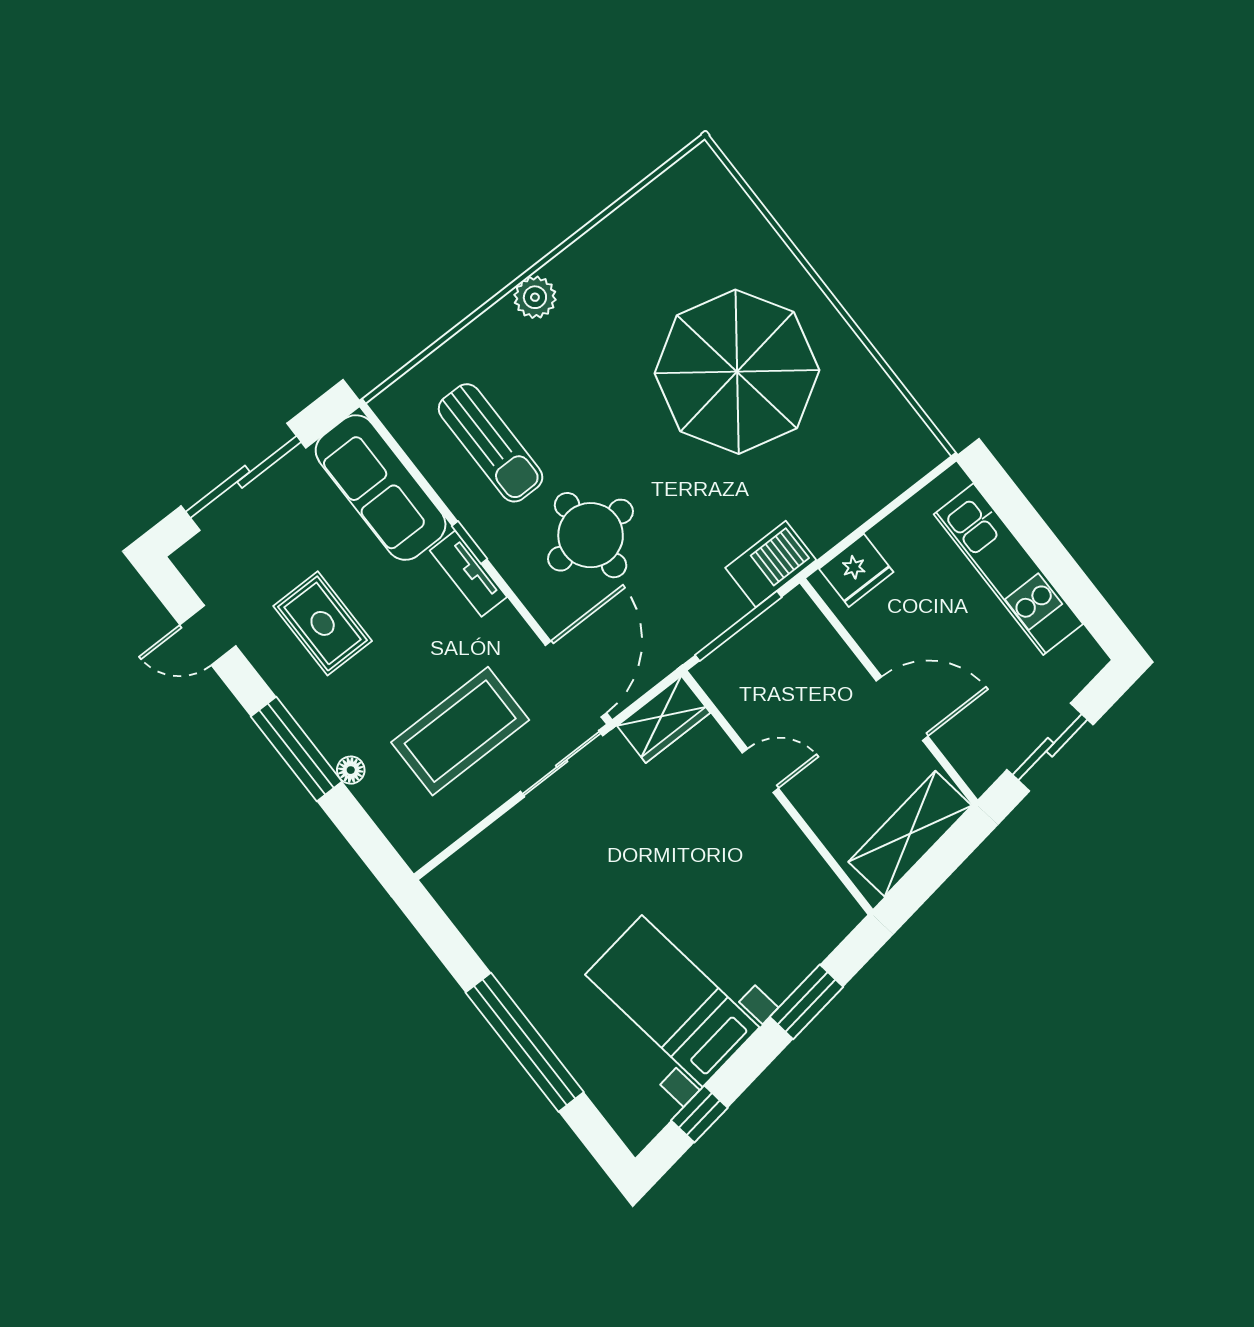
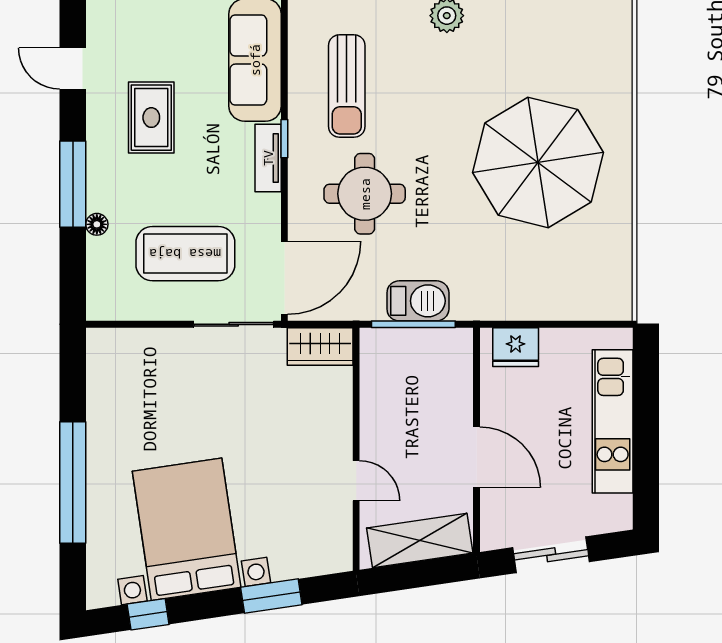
barbecue: (771, 564) -> (418, 301), moved
door: (760, 771) -> (356, 481), moved
bed with nightstands: (672, 1001) -> (187, 529), width x1.36

